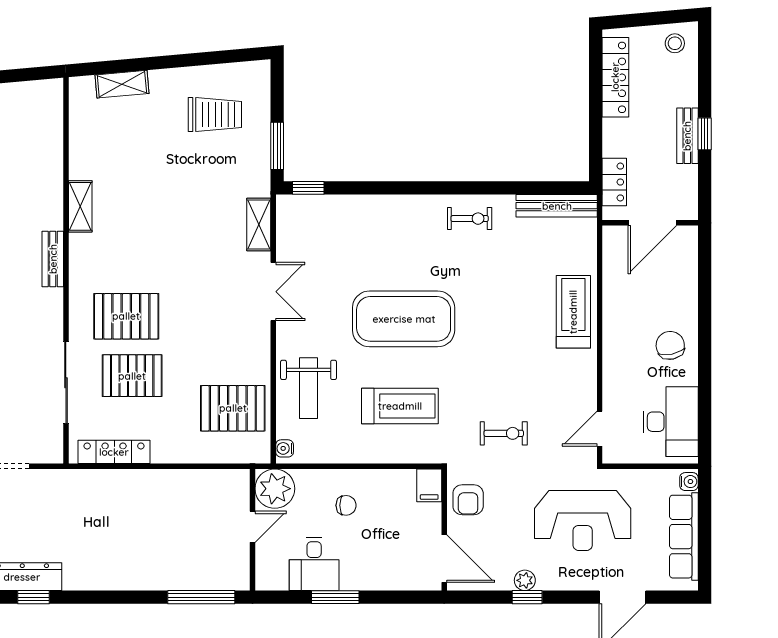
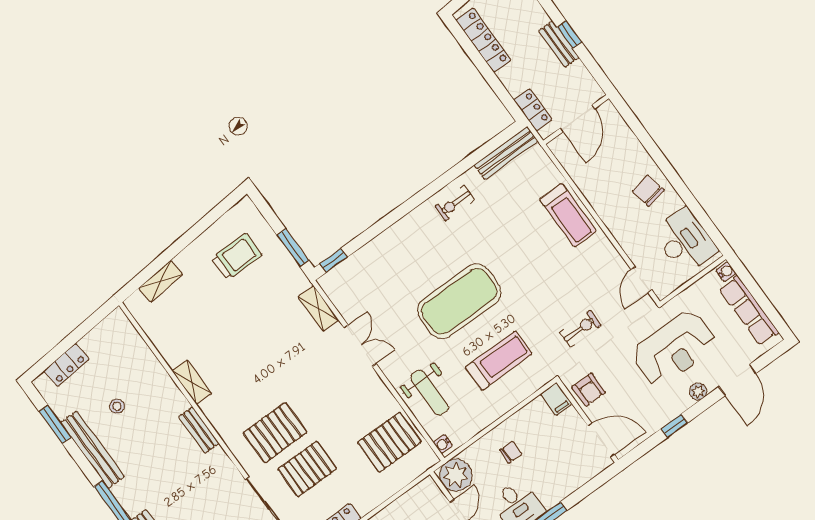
exercise bike: (470, 219) -> (455, 203), turned 180
treadmill: (573, 312) -> (568, 215), turned 180
plant: (525, 580) -> (698, 392), moved

